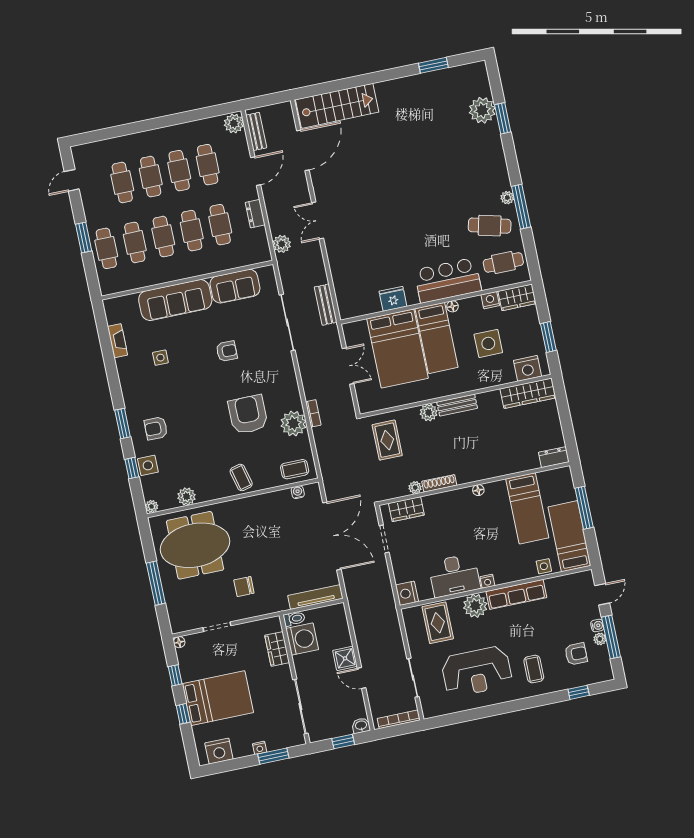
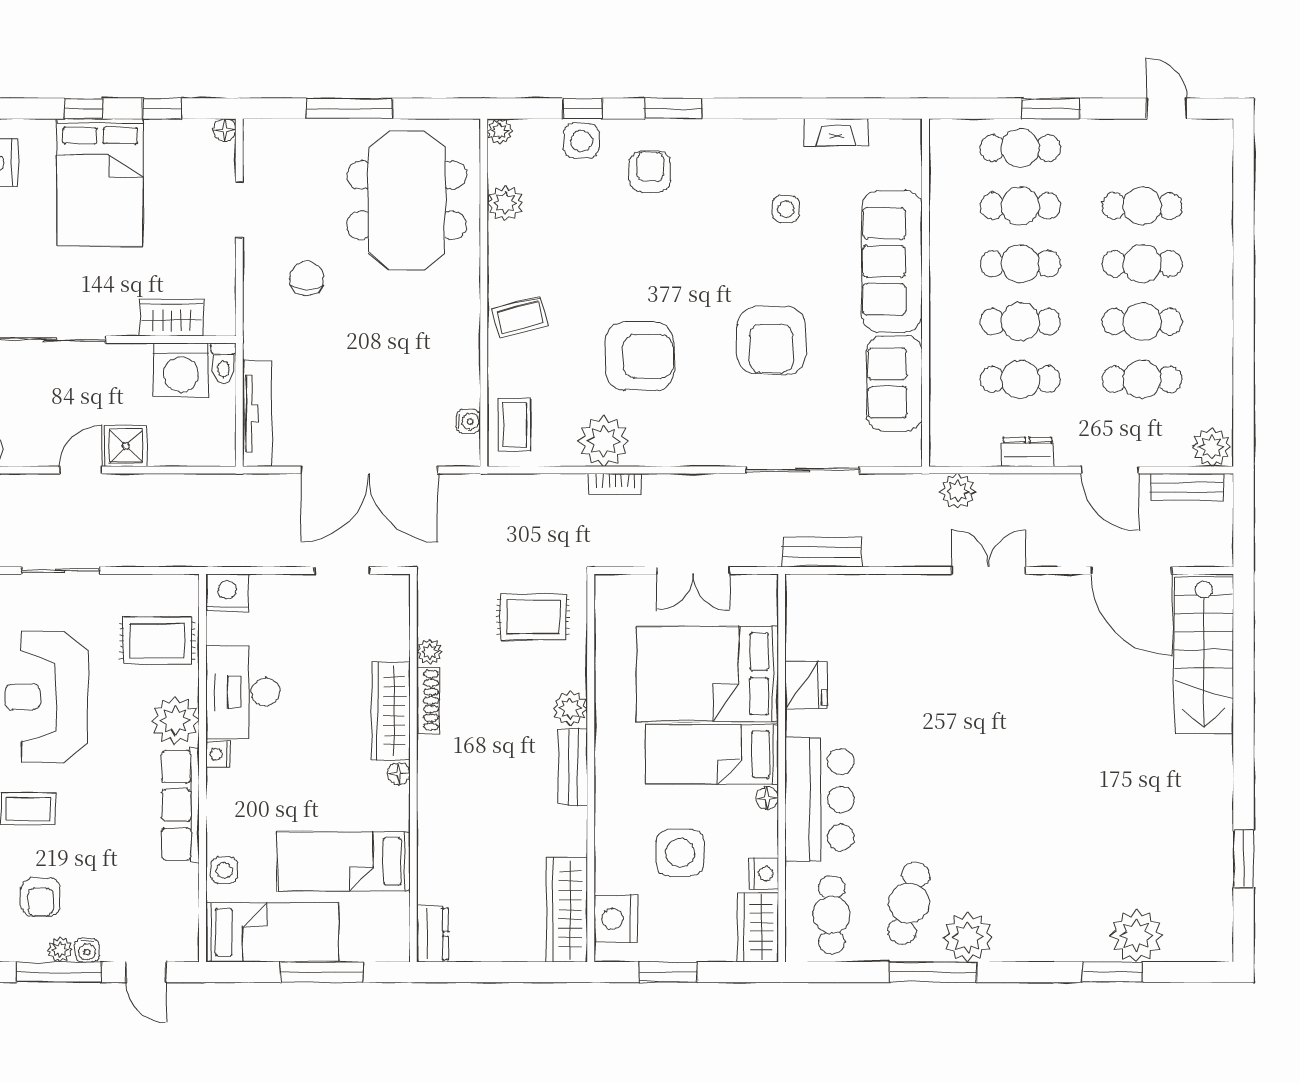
plant: (507, 198) -> (968, 937), width x1.88, depth x1.88
armchair: (227, 351) -> (772, 341), width x1.88, depth x1.88
wardrobe: (406, 509) -> (391, 711), moved, width x1.50

